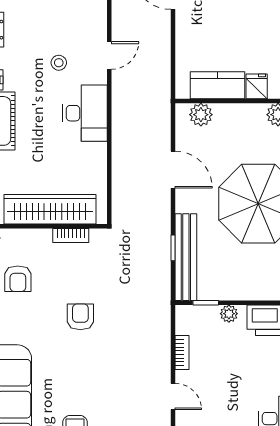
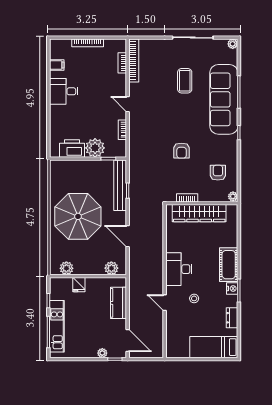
door: (109, 55) -> (165, 303), hinge flipped
kitchen counter: (217, 85) -> (119, 303), moved, turned 90
plant: (229, 314) -> (95, 148), width x1.87, depth x1.87

